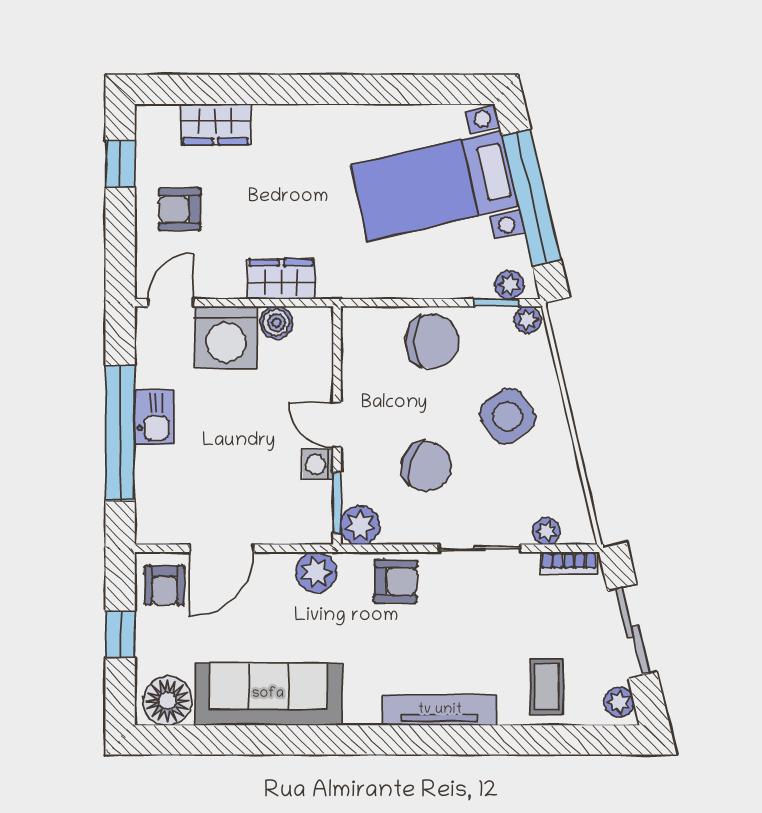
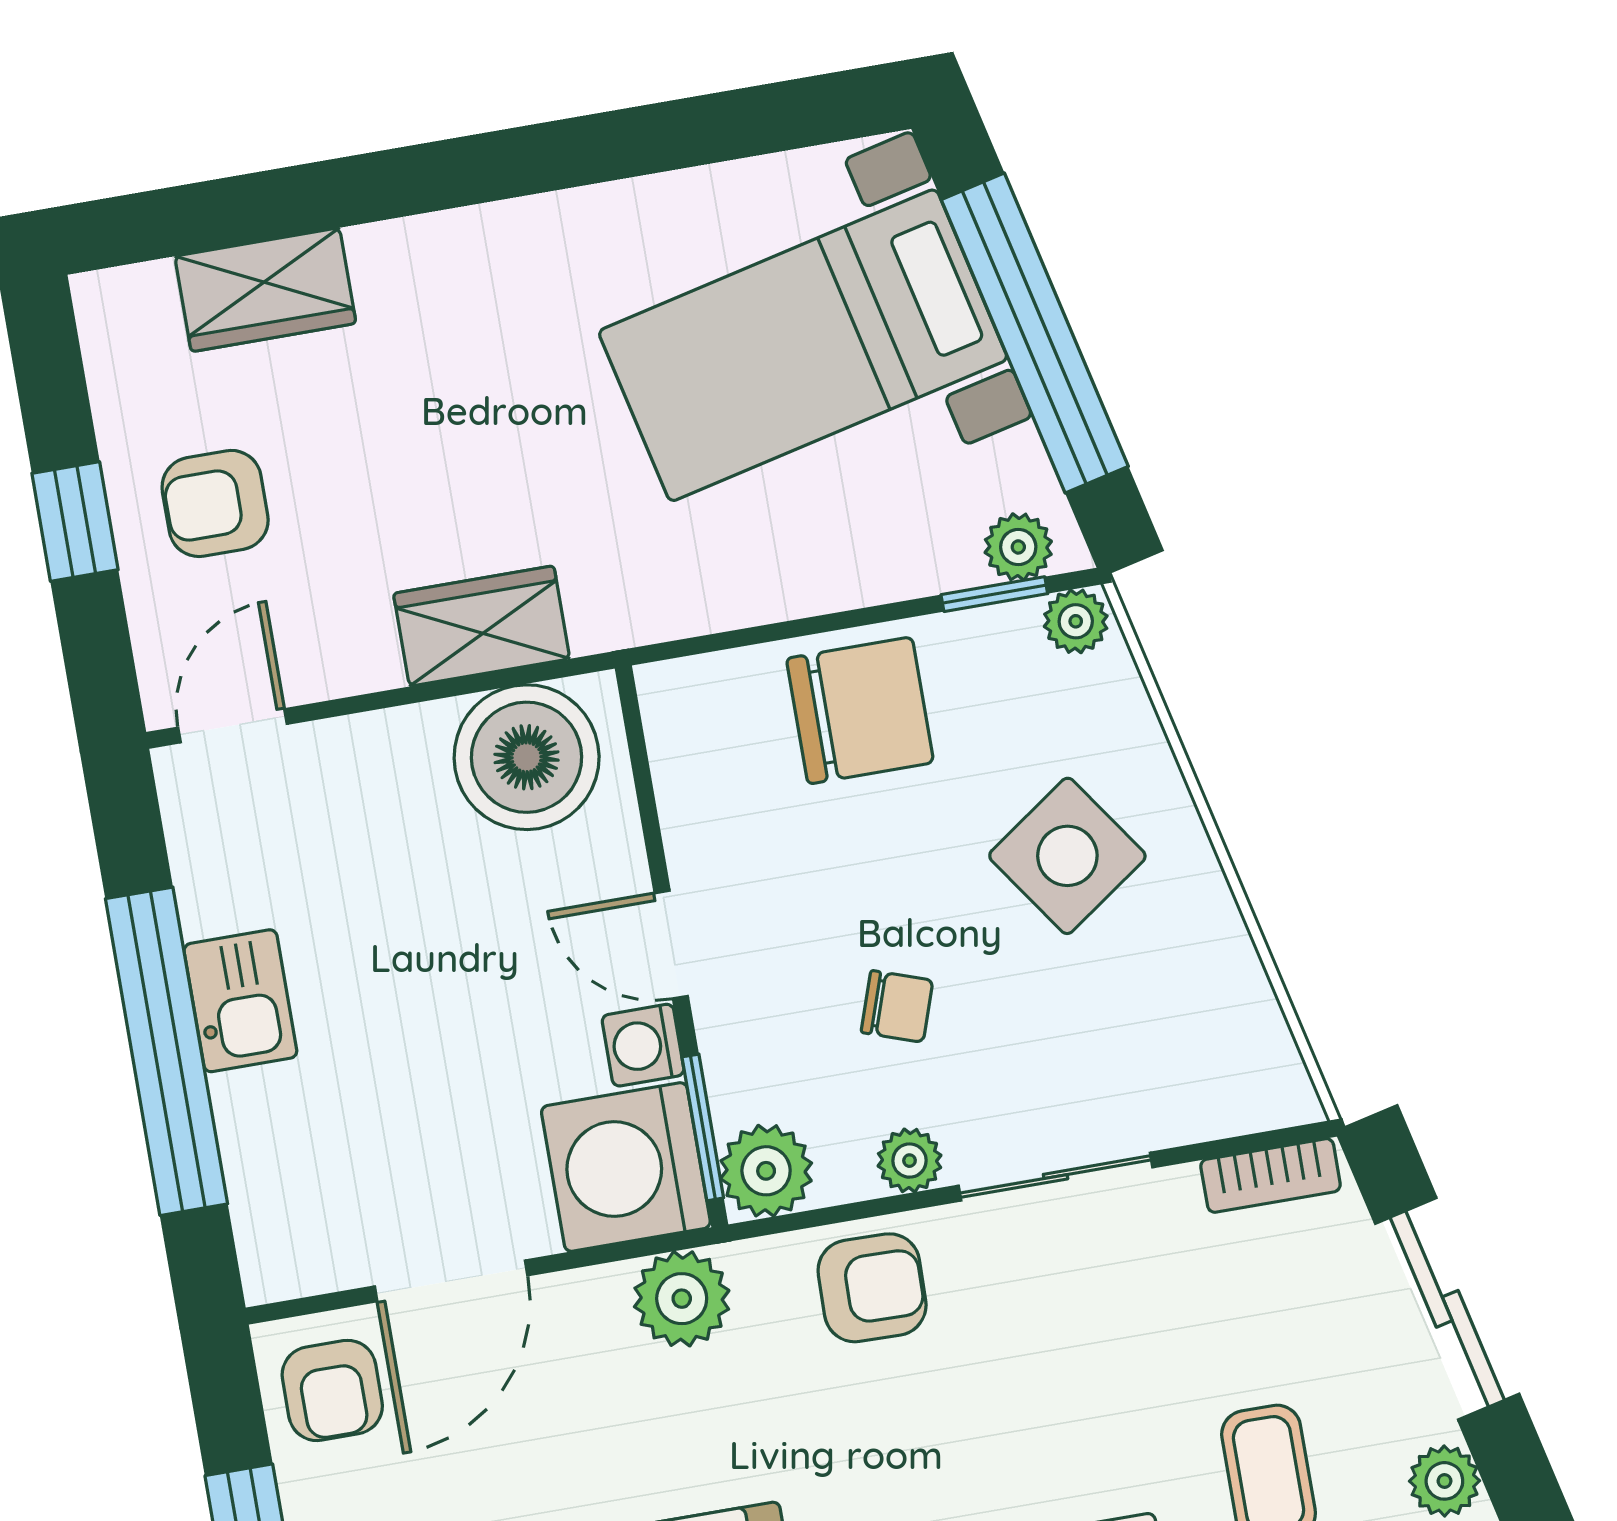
window: (120, 164) -> (75, 522), moved
boiler: (276, 323) -> (527, 757), width x1.86, depth x1.86
washing machine: (226, 337) -> (626, 1167), moved, turned 90
chair: (426, 466) -> (897, 1006), width x0.54, depth x0.54
plant: (547, 531) -> (910, 1161), moved

